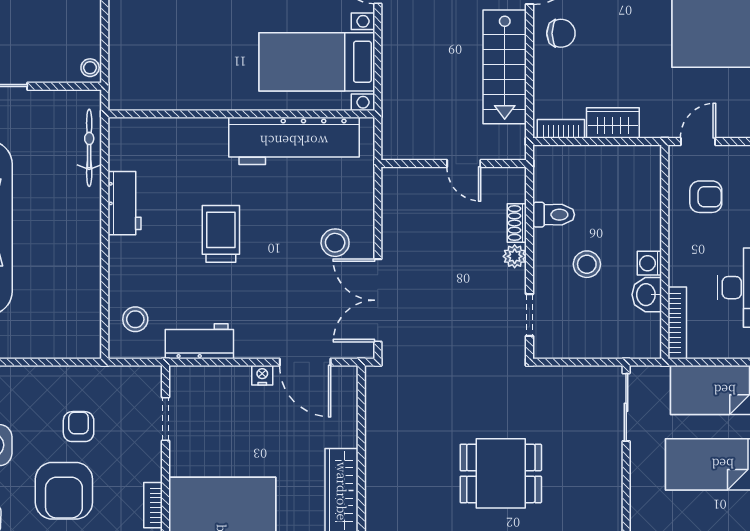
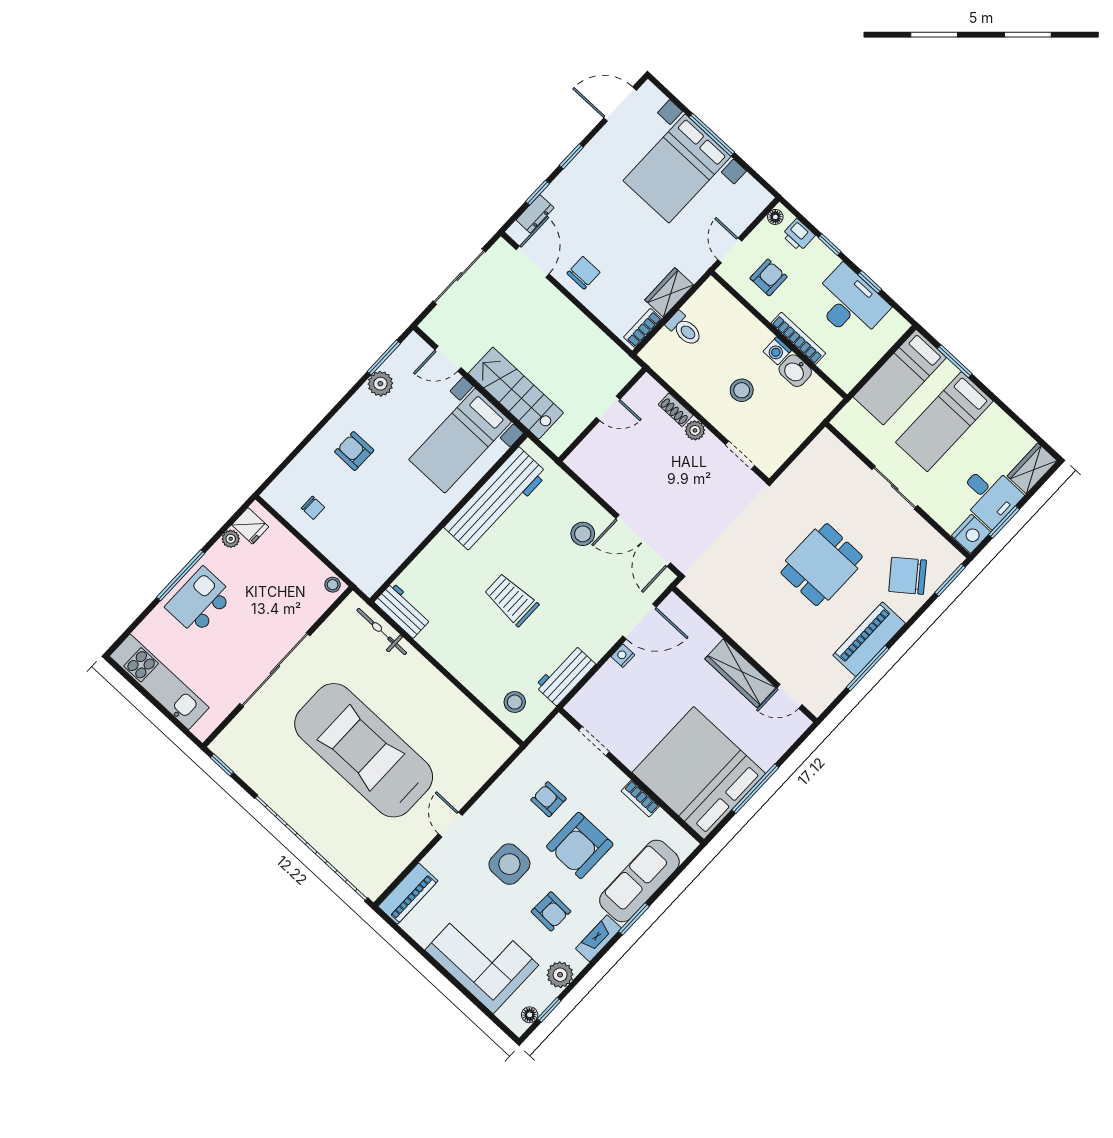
stairs: (505, 67) -> (516, 393), moved, turned 180
workbench: (124, 203) -> (403, 610), moved
toilet: (554, 215) -> (684, 329), moved, turned 90
bookcase: (677, 323) -> (798, 338), moved
sliding door: (626, 407) -> (895, 488), moved
armchair: (64, 491) -> (580, 845), turned 90

